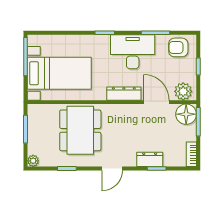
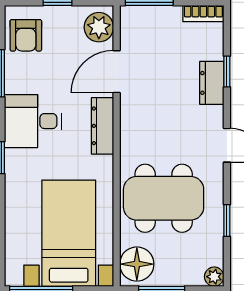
desk: (133, 52) -> (33, 121), width x0.73
floor lamp: (186, 114) -> (137, 264), moved

